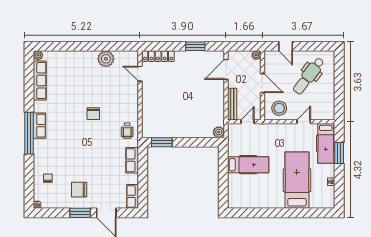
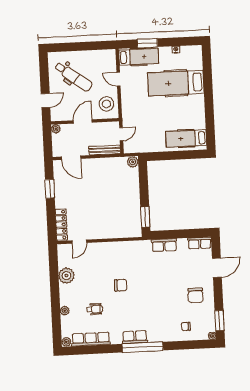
plant: (70, 55) -> (65, 311), added
door: (248, 122) -> (121, 134), swing flipped
wheelchair: (127, 131) -> (95, 309), moved
hospital bed: (248, 165) -> (186, 138), moved, turned -90
window: (80, 213) -> (219, 321), moved

